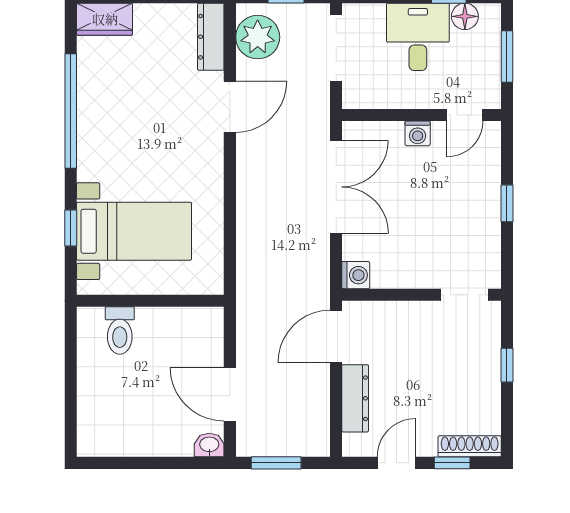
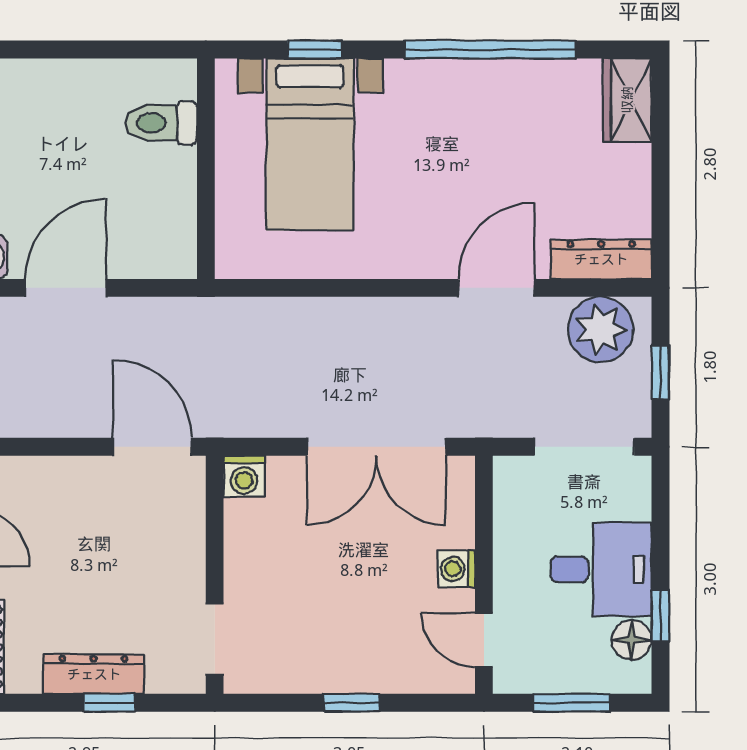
door: (230, 107) -> (496, 288), swing flipped
dresser: (355, 398) -> (94, 674), moved, turned 180

